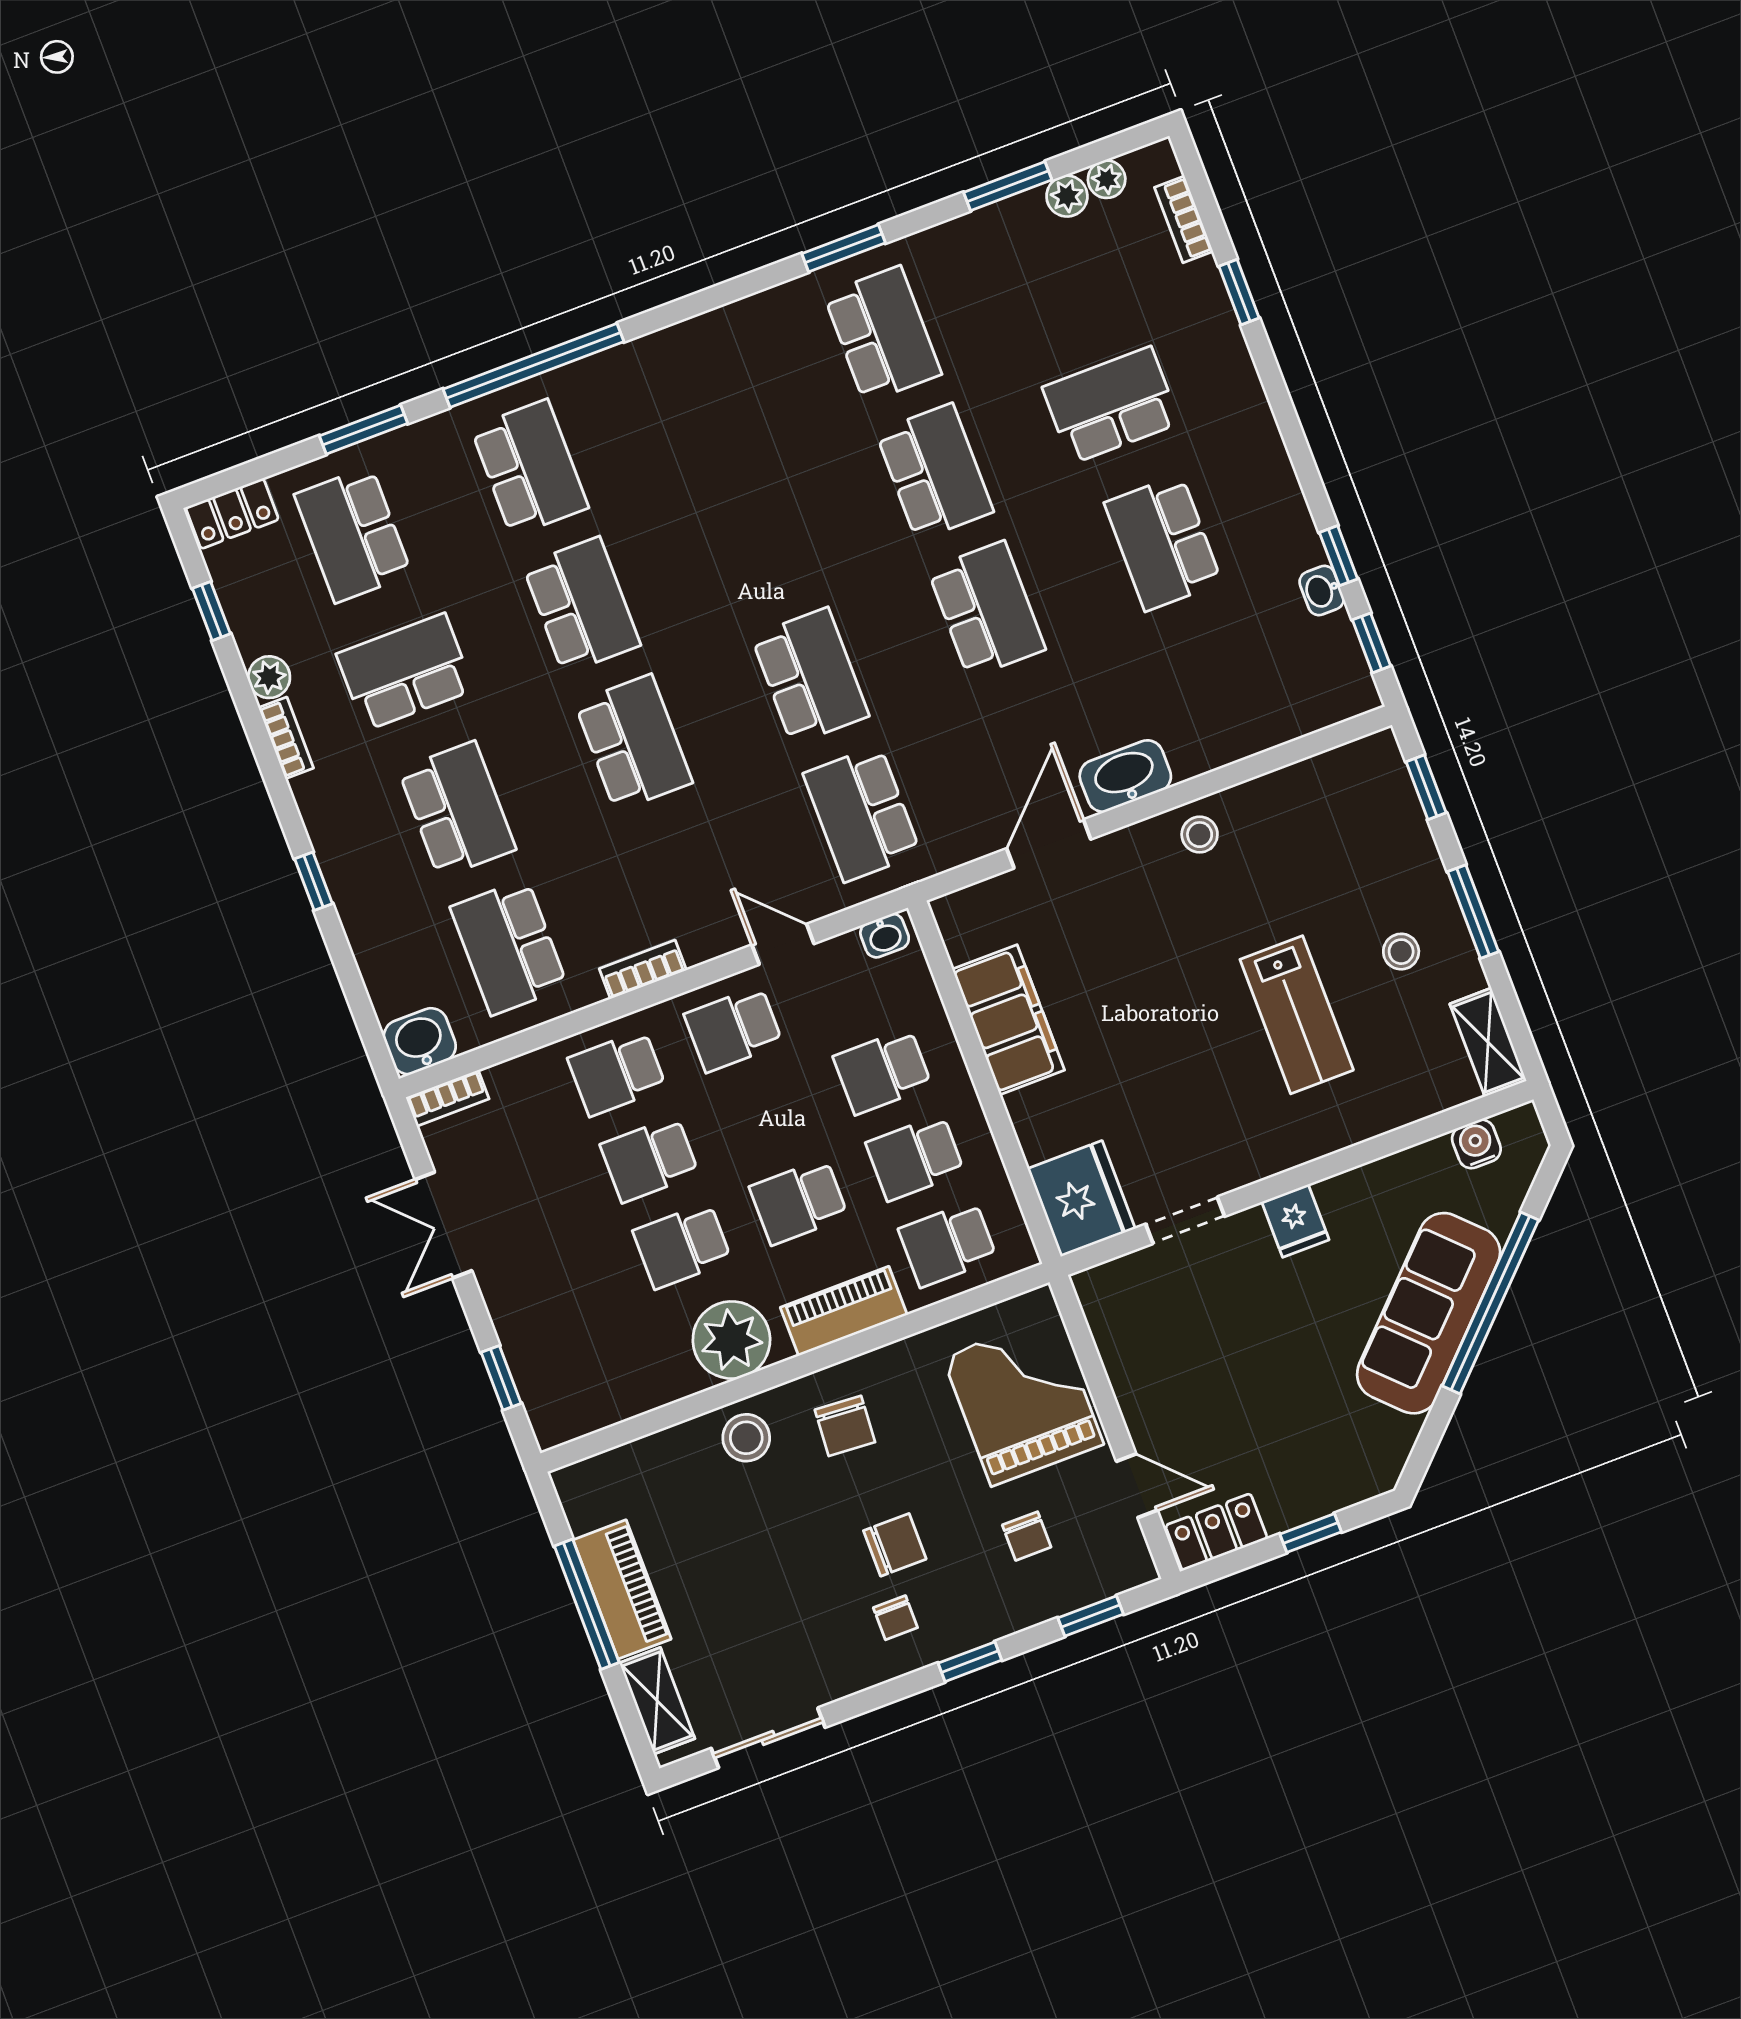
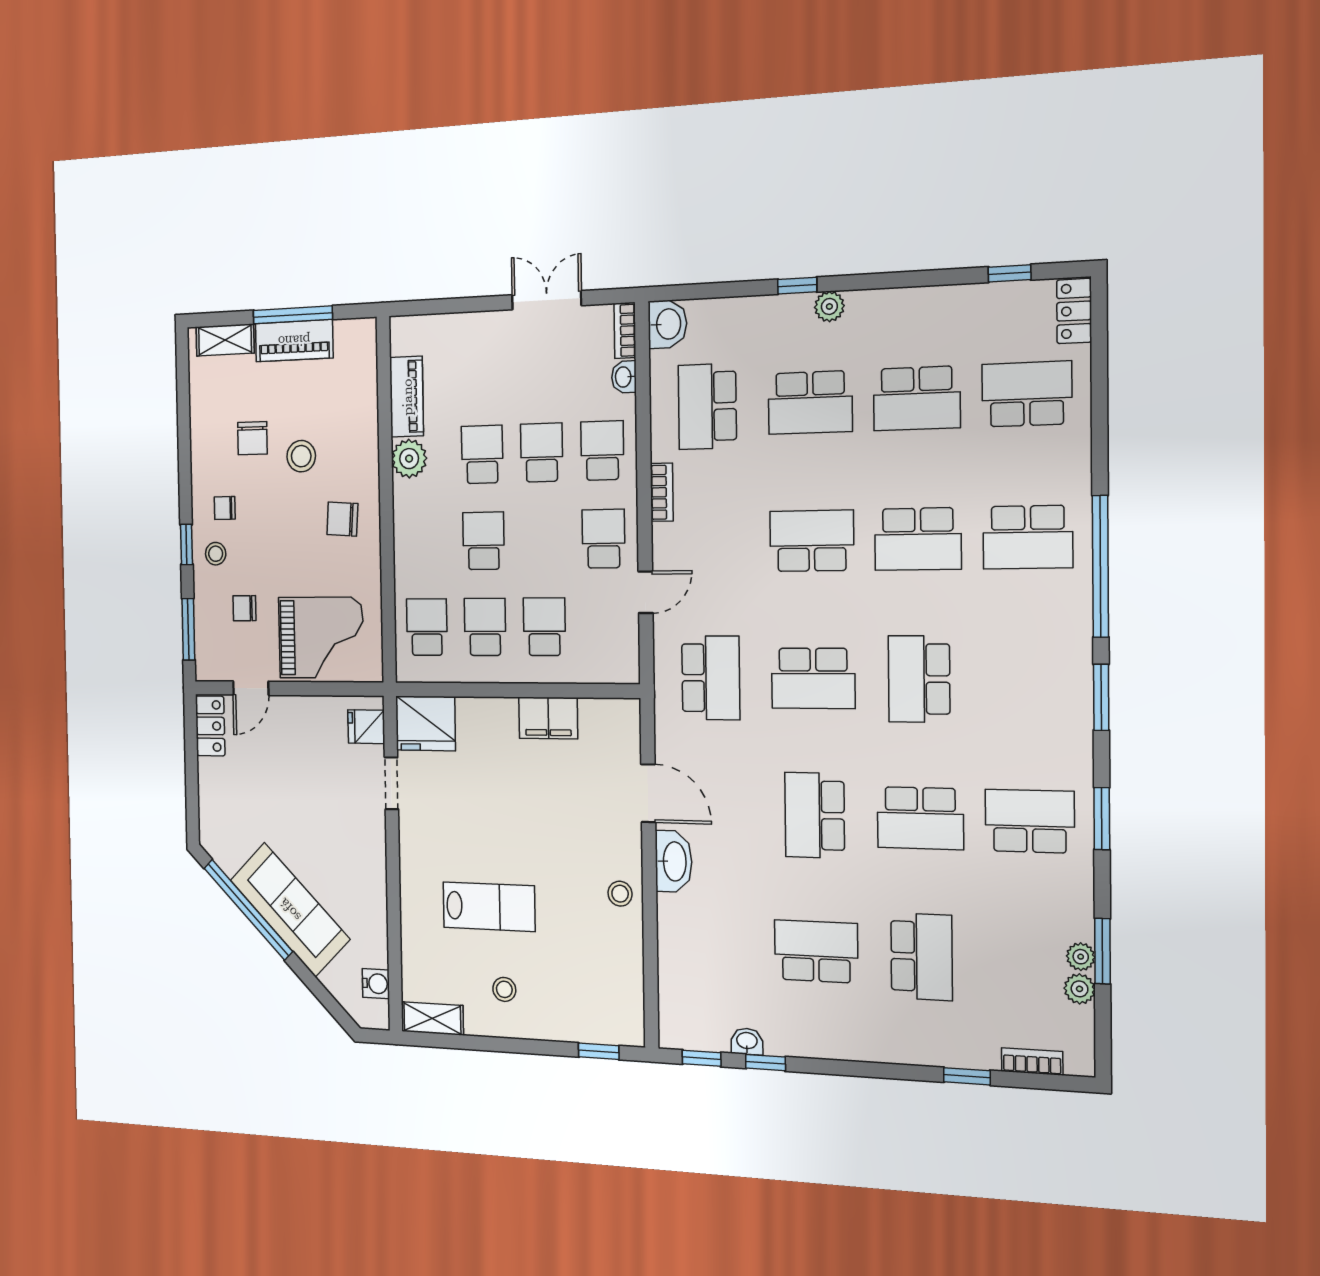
plant: (1107, 179) -> (1081, 957), moved
school desk: (883, 334) -> (1030, 821), turned 180
window: (363, 430) -> (1101, 697), moved
school desk: (758, 539) -> (919, 679), added
school desk: (987, 609) -> (815, 815), turned 90
school desk: (405, 672) -> (917, 398), turned 90
plant: (269, 677) -> (829, 306), moved
bookcase: (286, 738) -> (901, 298), removed
school desk: (634, 743) -> (812, 541), turned 180
school desk: (862, 814) -> (711, 678), turned 90
window: (1473, 912) -> (513, 1045), removed
washbasin: (885, 936) -> (624, 377), moved
school desk: (509, 947) -> (707, 406), turned -90
lab bench: (1297, 1015) -> (489, 907), turned 180
filing cabinet: (1008, 1020) -> (548, 718), width x0.67, depth x0.86
fridge: (1295, 1221) -> (366, 727), moved
window: (1490, 1303) -> (248, 910), moved
piano: (844, 1311) -> (407, 397), moved
plant: (731, 1340) -> (409, 459), width x0.73, depth x0.73
window: (501, 1378) -> (442, 306), removed
stool: (746, 1438) -> (301, 456), moved
window: (1311, 1533) -> (192, 783), removed
chair: (895, 1545) -> (252, 438), moved
stool: (966, 1610) -> (216, 554), added
window: (1091, 1616) -> (188, 629), width x1.50
sliding door: (768, 1738) -> (183, 402), removed

